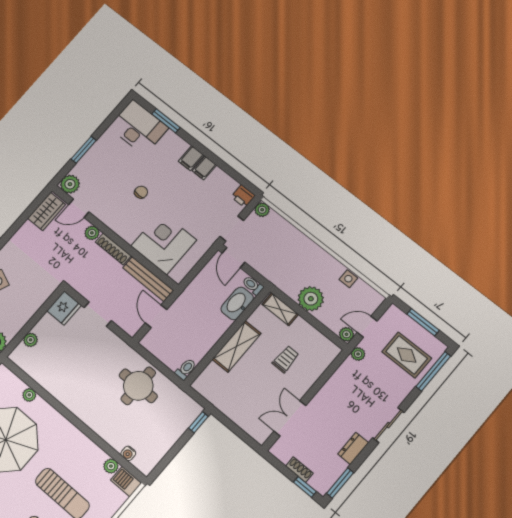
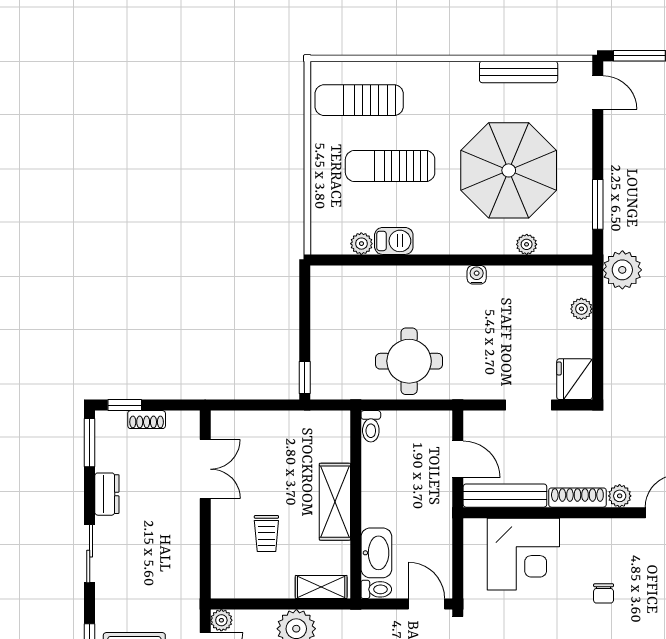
plant: (358, 354) -> (190, 608), removed
water cooler: (128, 453) -> (477, 275), moved
barbecue: (126, 482) -> (394, 241), moved

